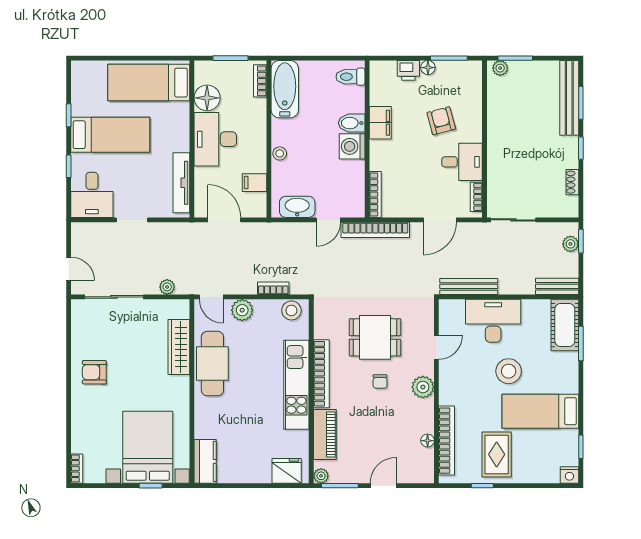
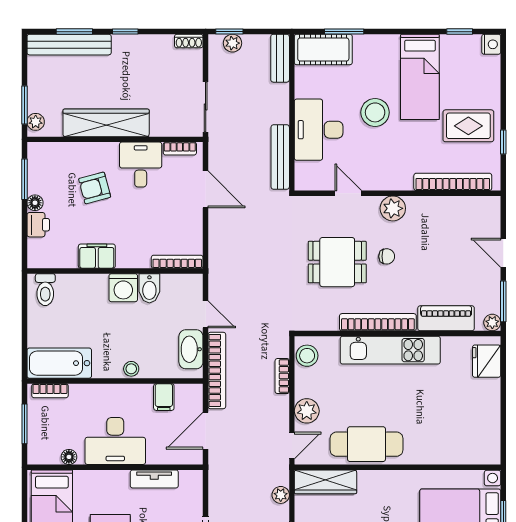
floor lamp: (207, 98) -> (69, 457), width x0.53, depth x0.53
bidet: (352, 123) -> (149, 288), moved
wardrobe: (499, 131) -> (106, 123), added
shoe rack: (572, 182) -> (189, 41), moved
tv unit: (181, 183) -> (154, 479), width x0.71
bookcase: (375, 230) -> (217, 370), moved
dining table: (375, 337) -> (337, 262), turned 90
wardrobe: (179, 347) -> (325, 482), moved
floor lamp: (428, 441) -> (453, 203), removed
kitchen counter: (205, 461) -> (476, 452), removed

